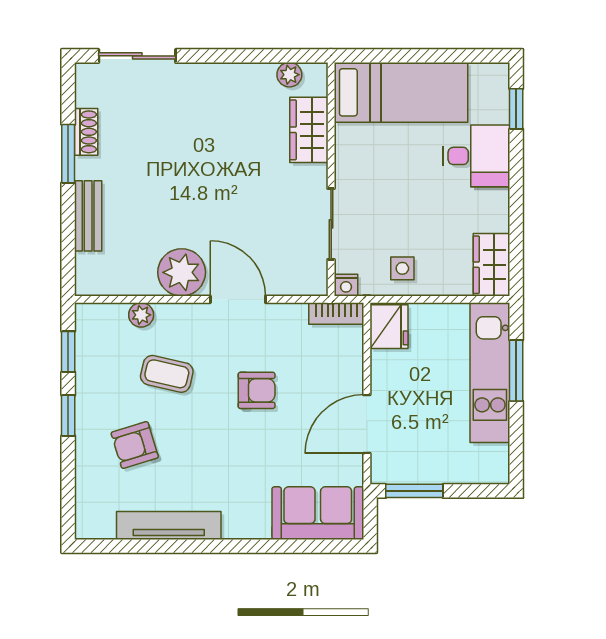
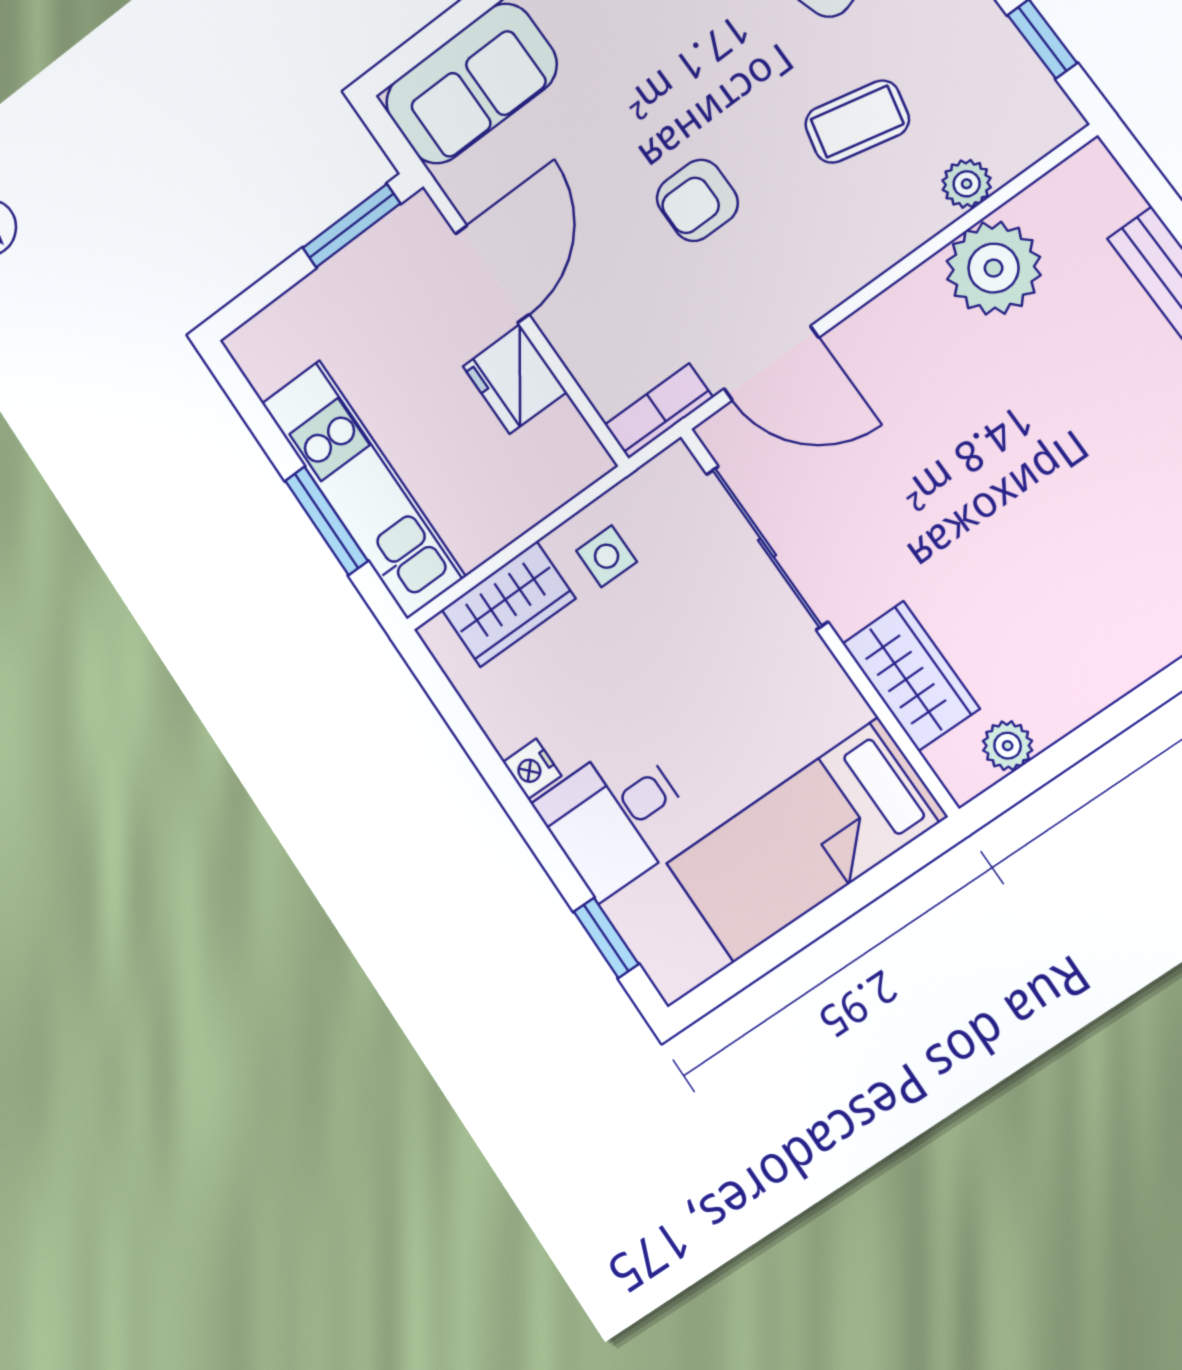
sliding door: (331, 224) -> (767, 548), width x1.37
wardrobe: (491, 265) -> (508, 604), moved, turned 90
plant: (182, 272) -> (994, 268), moved
nightstand: (346, 285) -> (532, 769), moved, turned -90
door: (238, 299) -> (771, 363), moved
fridge: (389, 327) -> (515, 379), moved

